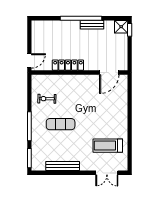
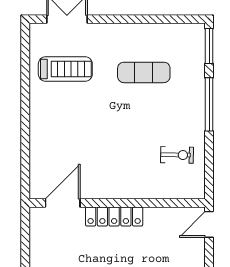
locker: (68, 65) -> (114, 217), moved
exercise mat: (61, 124) -> (144, 72), moved
bench: (63, 166) -> (148, 32), removed

